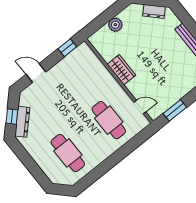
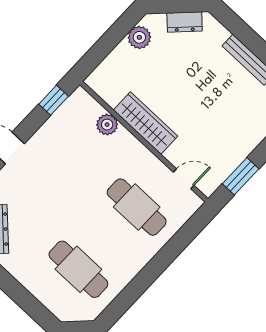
plant: (115, 25) -> (139, 37), moved
plant: (98, 67) -> (107, 125), added
wardrobe: (121, 70) -> (146, 123), width x1.50

